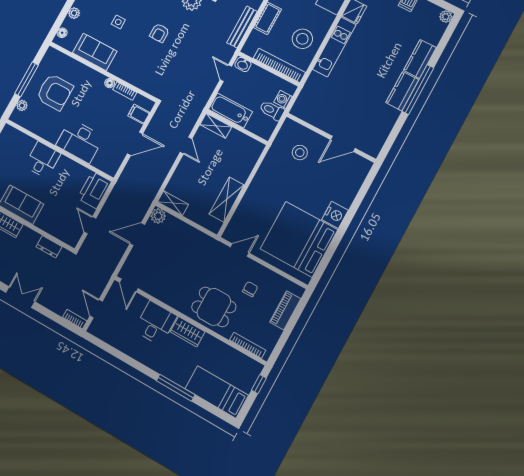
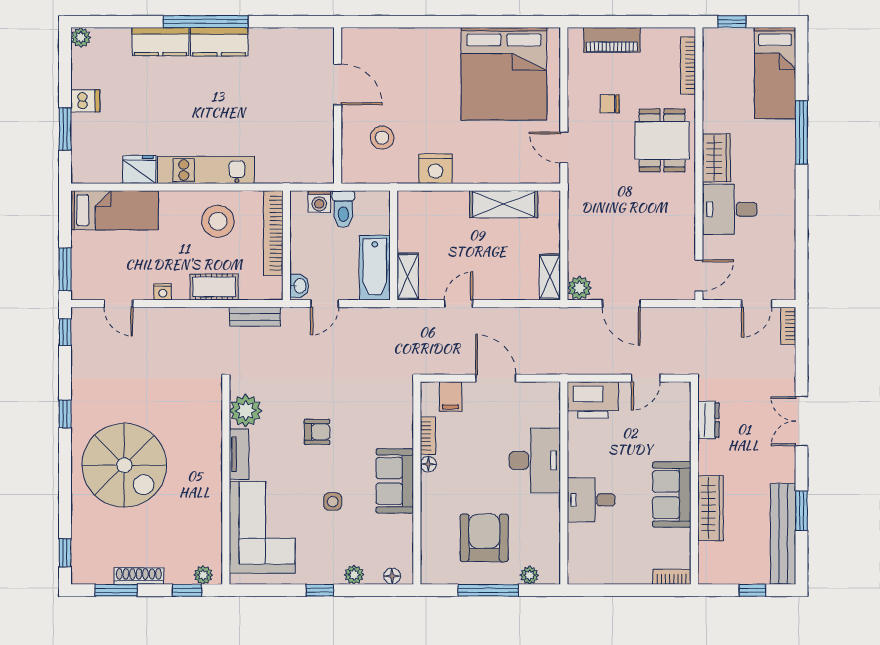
bench: (242, 27) -> (255, 317), width x0.73
sofa: (95, 52) -> (395, 481), moved
nightstand: (335, 215) -> (435, 169), moved, turned 180

